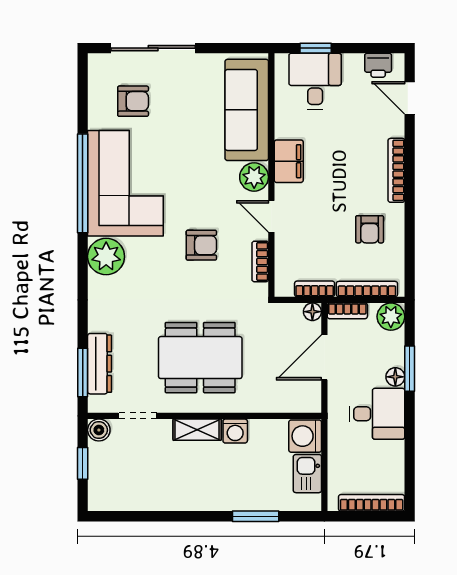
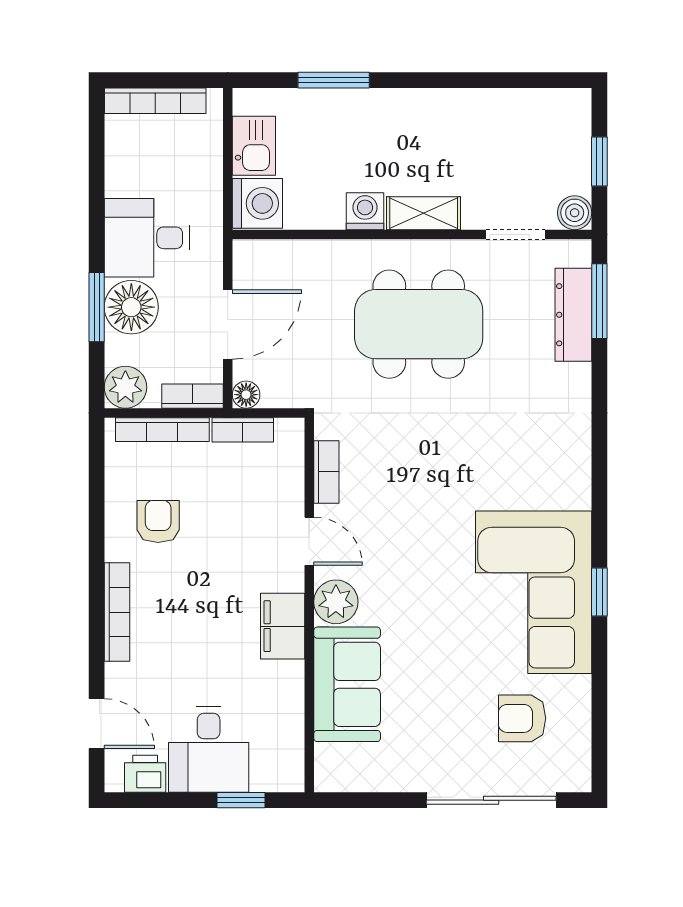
desk: (315, 81) -> (209, 749), moved
sofa: (247, 110) -> (347, 684), width x0.73
window: (83, 183) -> (599, 592), width x0.32
armchair: (201, 245) -> (417, 497), removed
plant: (106, 257) -> (563, 480), removed
floor lamp: (395, 377) -> (131, 307), width x1.89, depth x1.89

